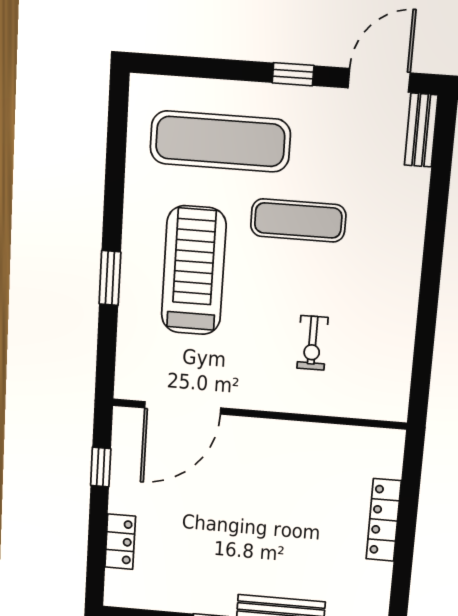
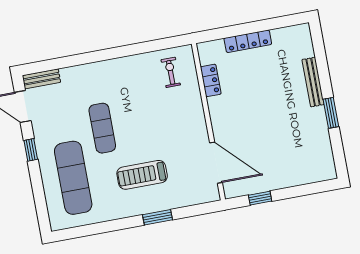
treadmill: (194, 270) -> (142, 175), width x0.73, depth x0.73
exercise bike: (312, 343) -> (171, 72), moved, turned -90
locker: (120, 542) -> (211, 80), moved, turned 90

